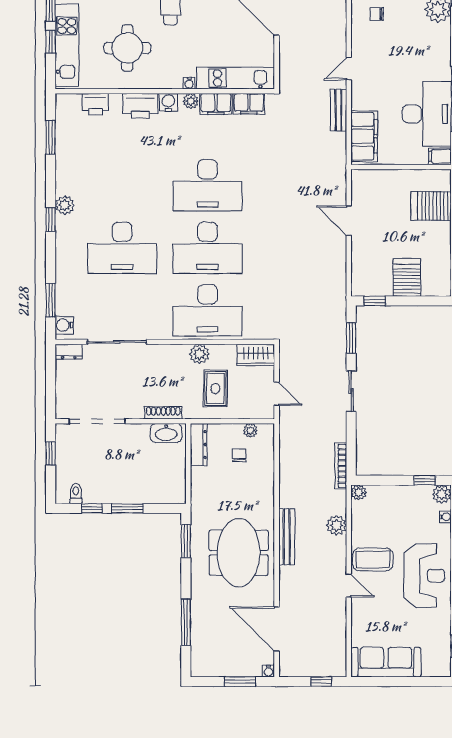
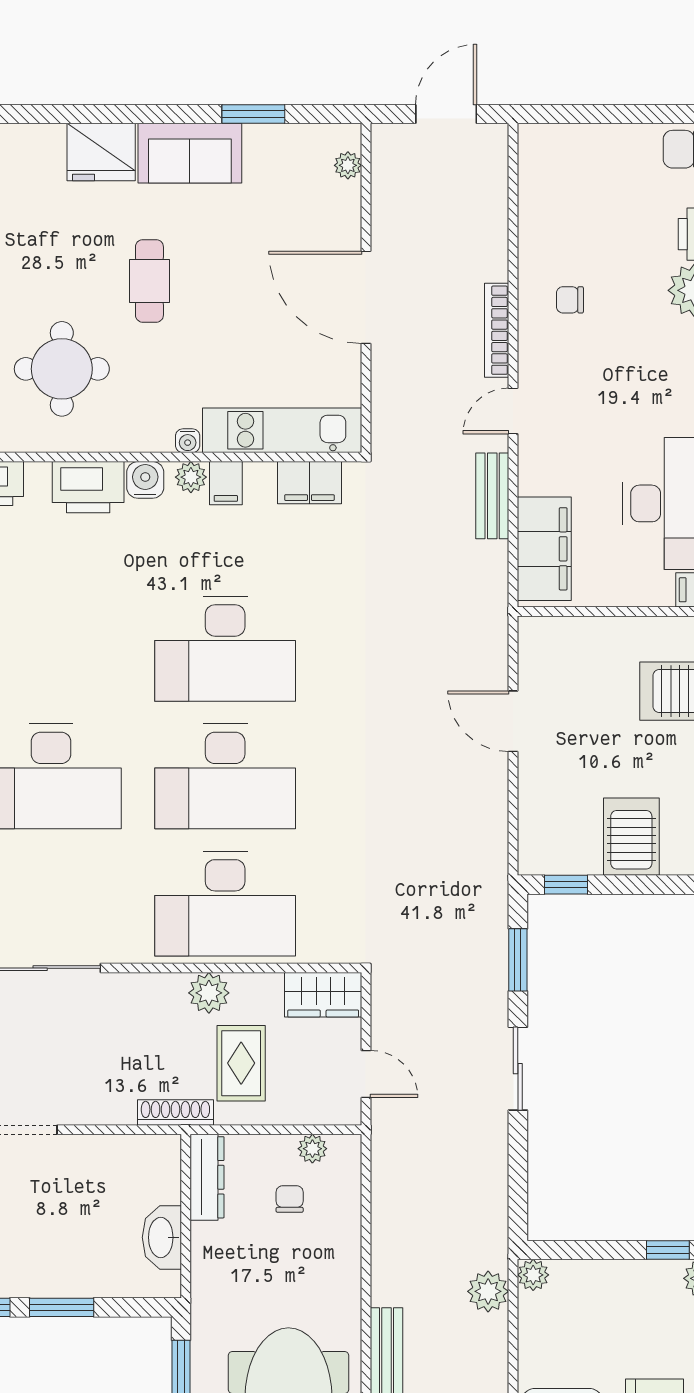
filing cabinet: (216, 104) -> (226, 483), width x0.50
shoe rack: (163, 413) -> (175, 1113), moved
washbasin: (166, 433) -> (162, 1237), moved, turned 90
bookcase: (341, 466) -> (497, 330), moved
plant: (336, 525) -> (488, 1291), moved

